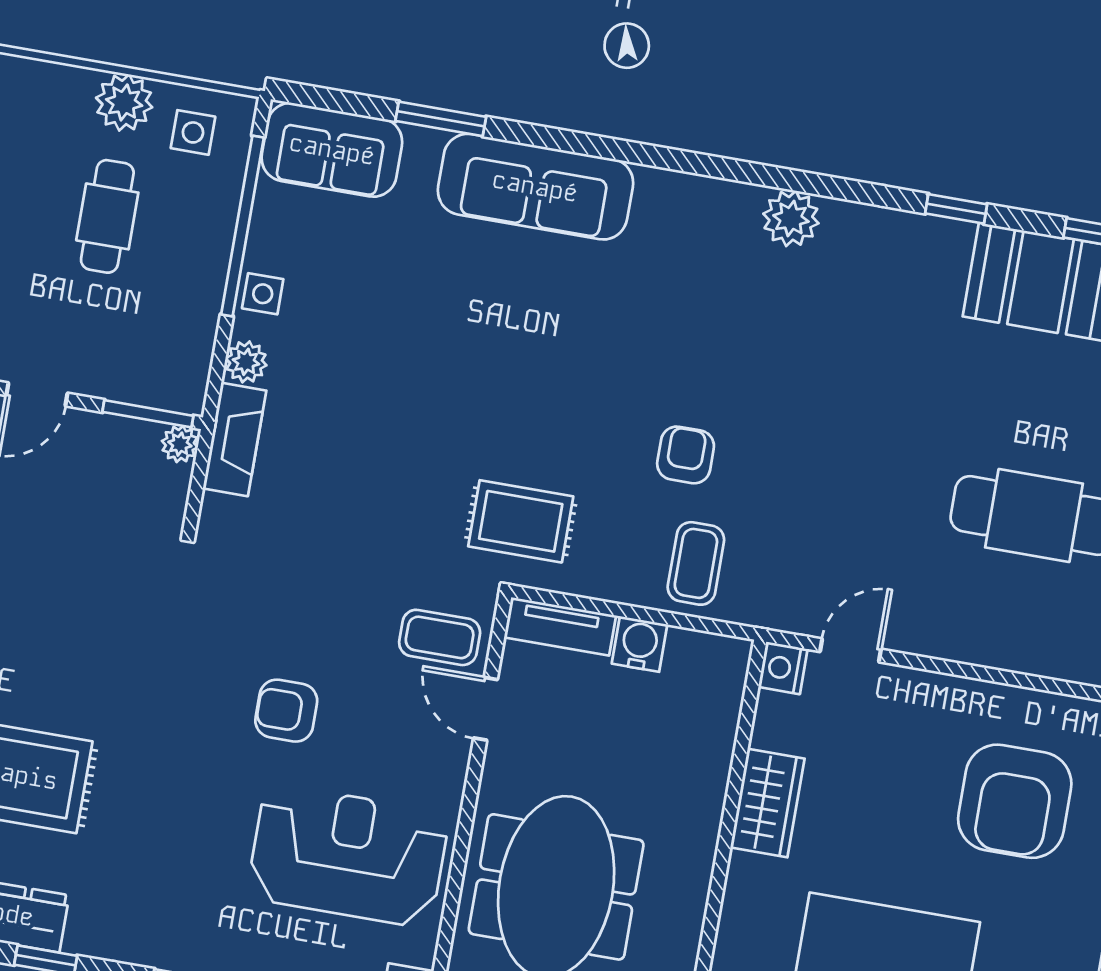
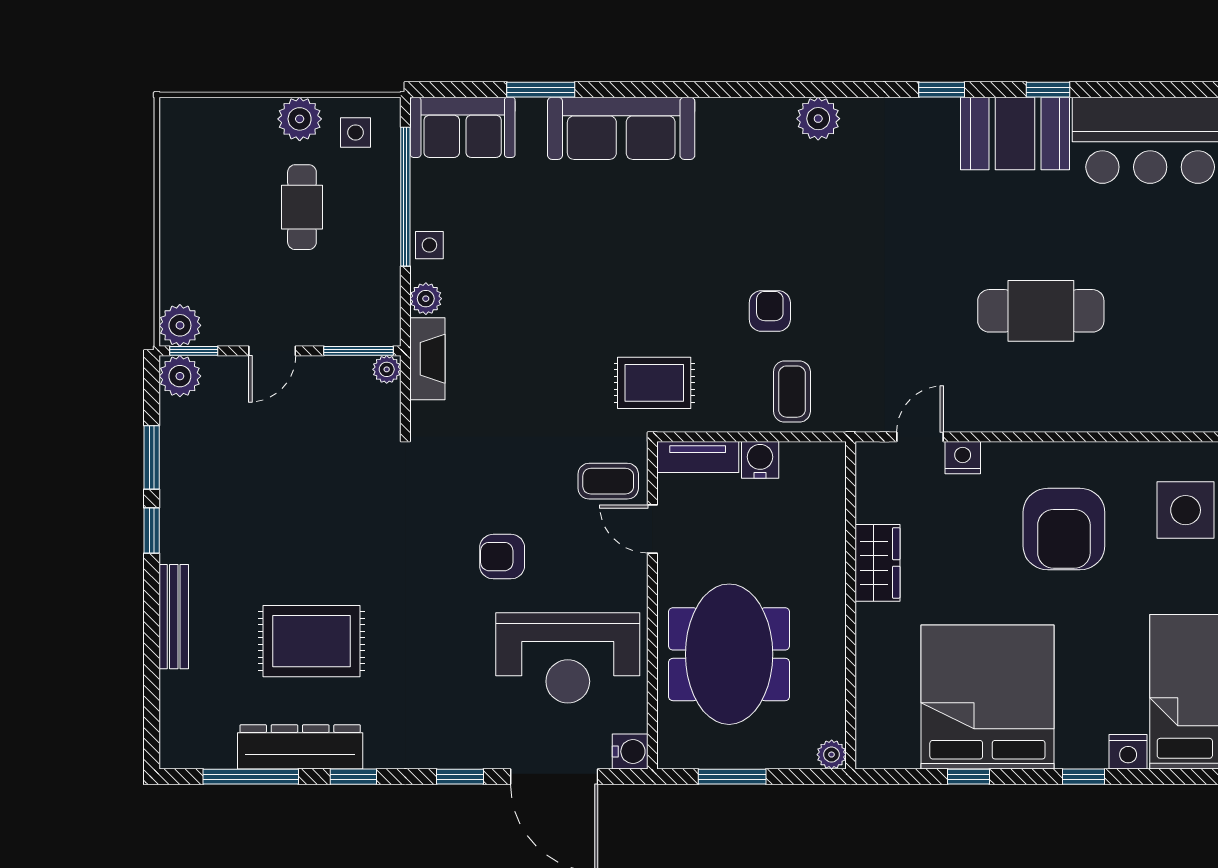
nightstand: (783, 668) -> (963, 458), moved, turned 90
reception desk: (348, 855) -> (568, 658), turned 180

